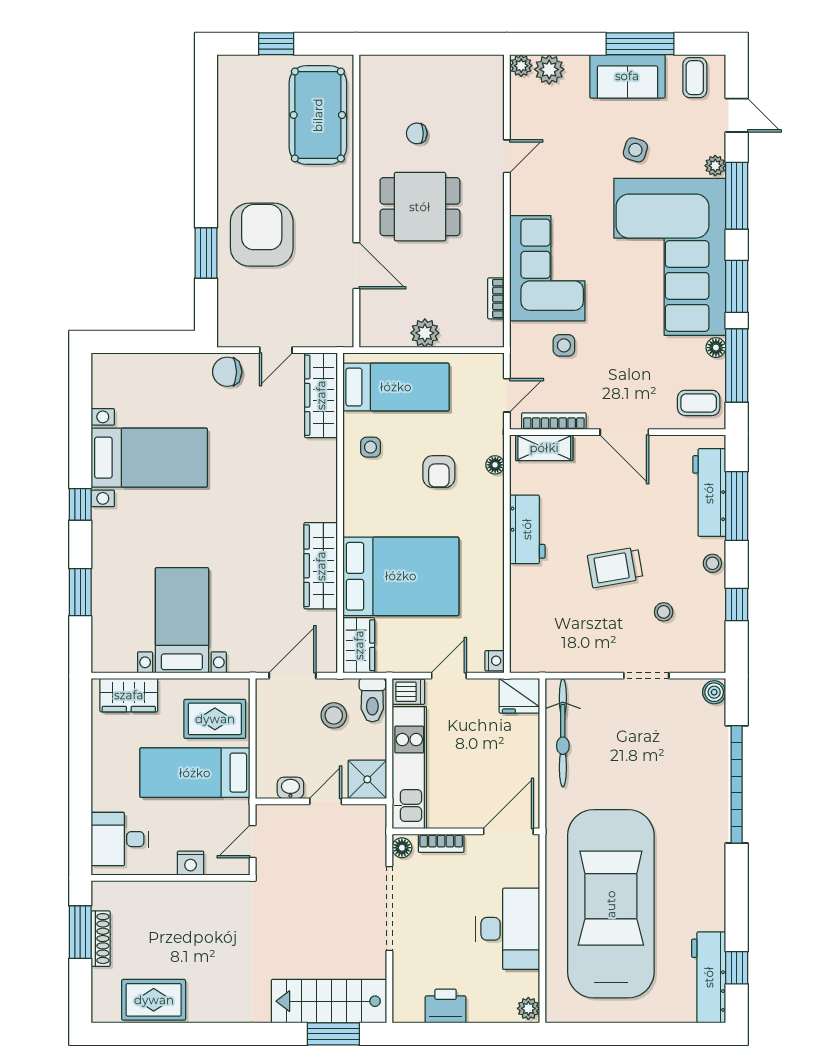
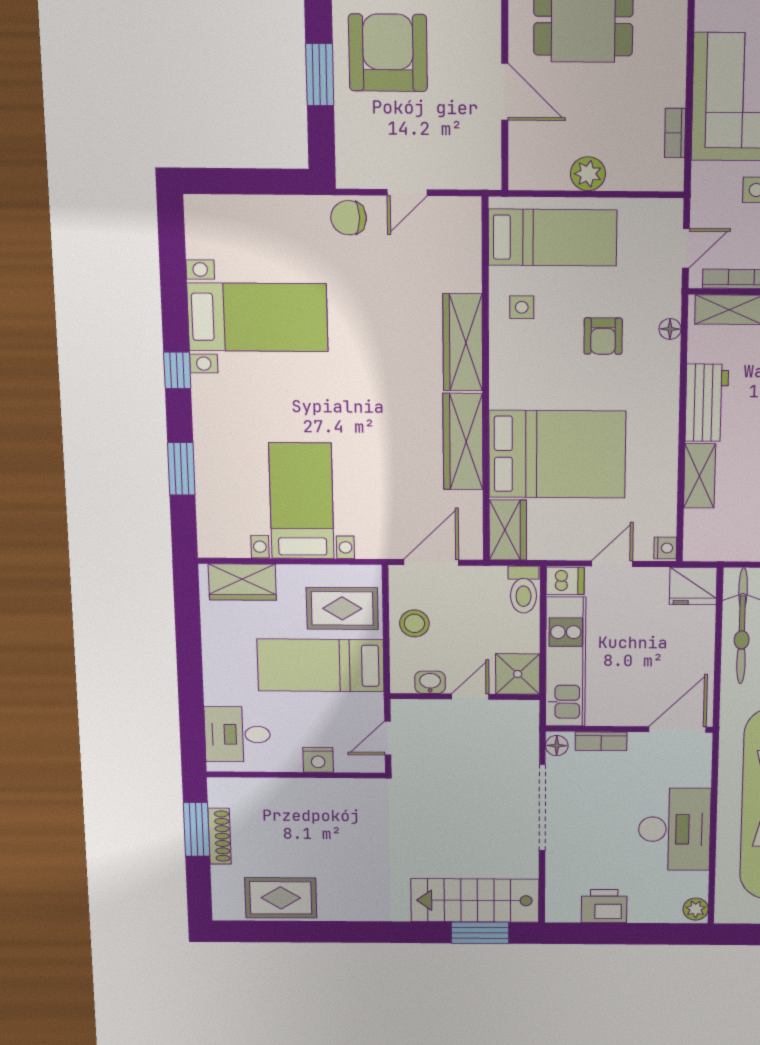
wardrobe: (321, 395) -> (463, 342), moved
shelving: (523, 595) -> (700, 476), added
stool: (334, 715) -> (414, 623), moved

